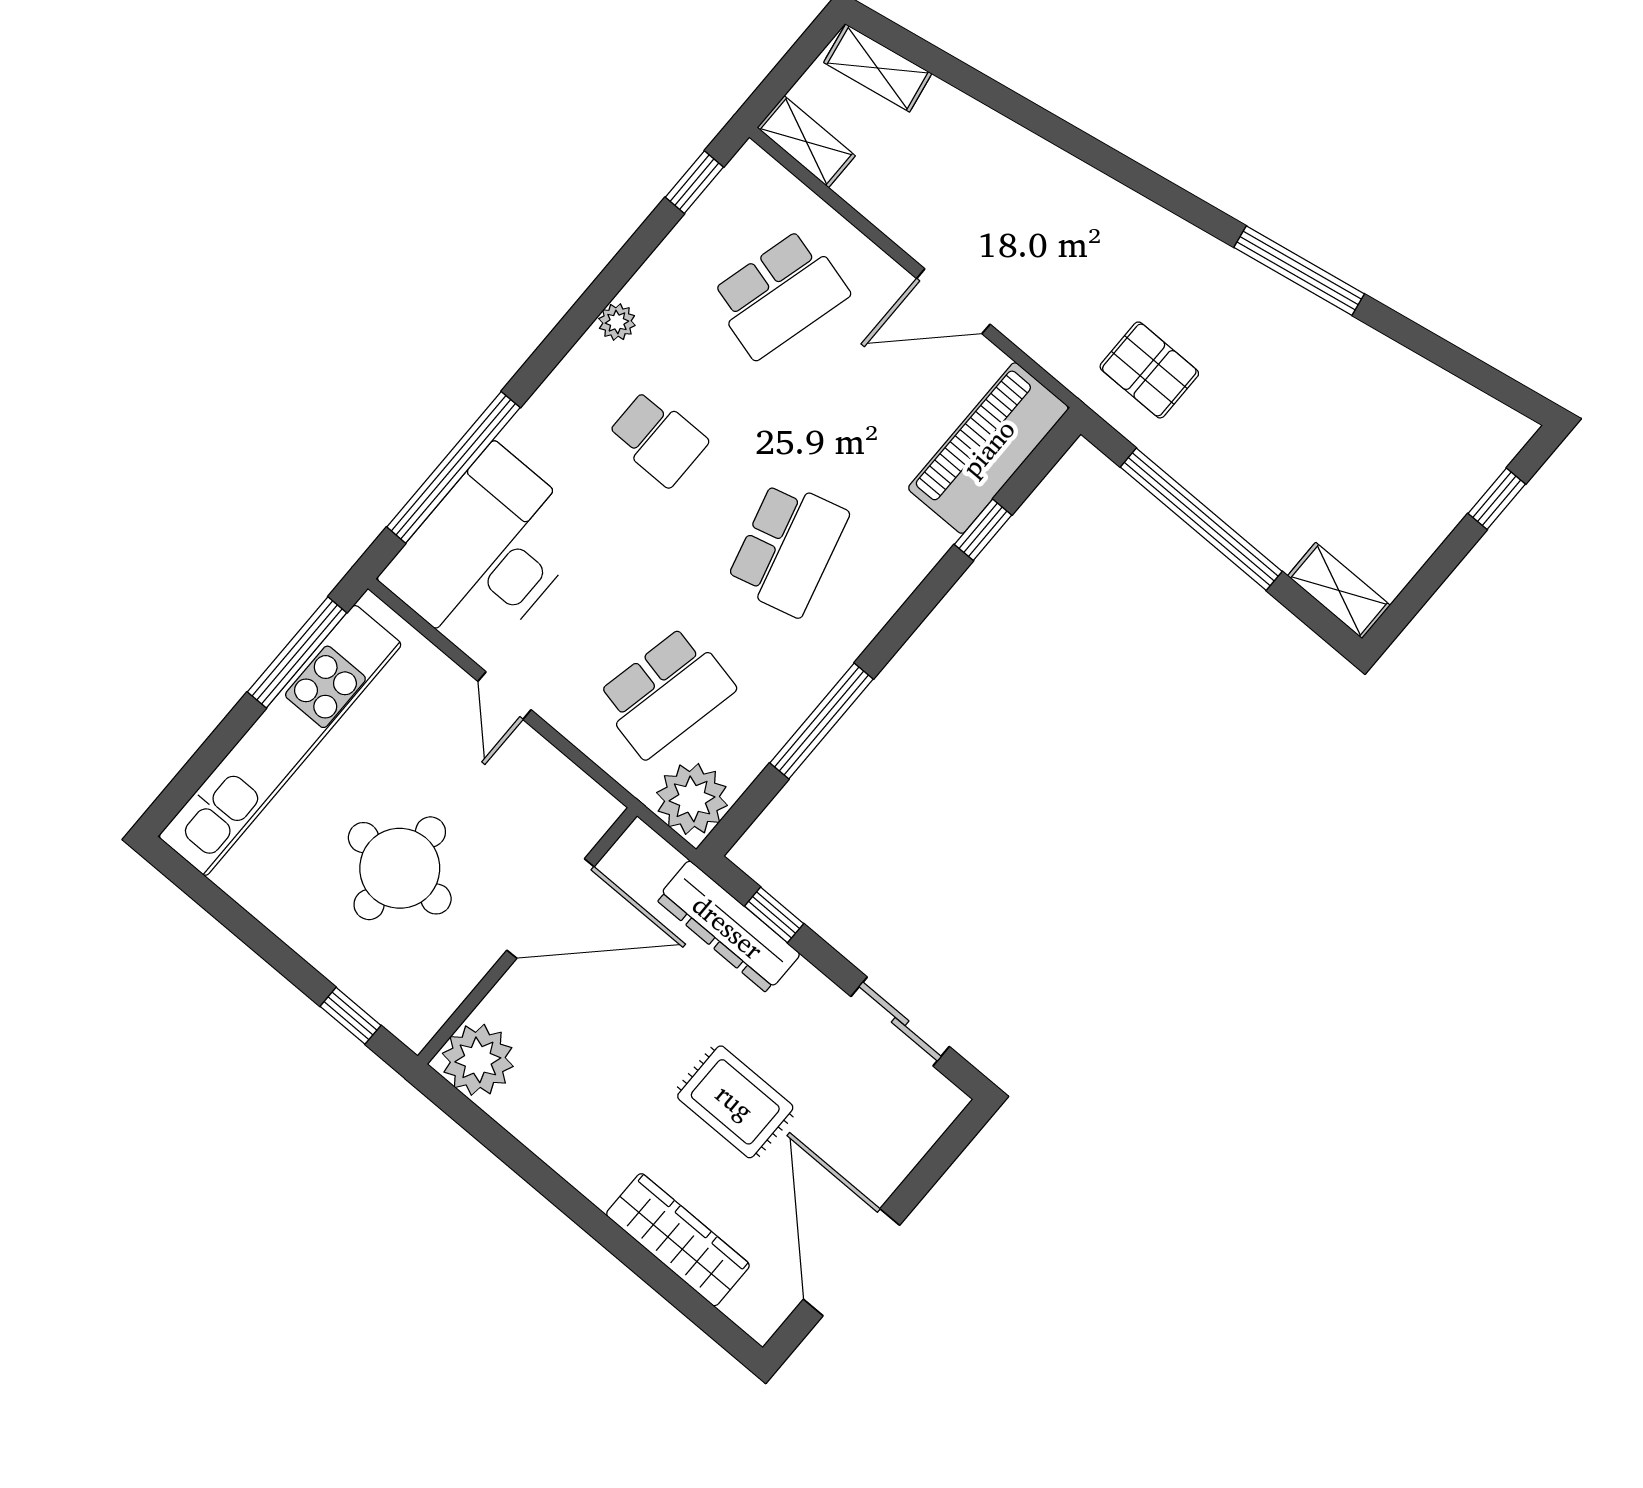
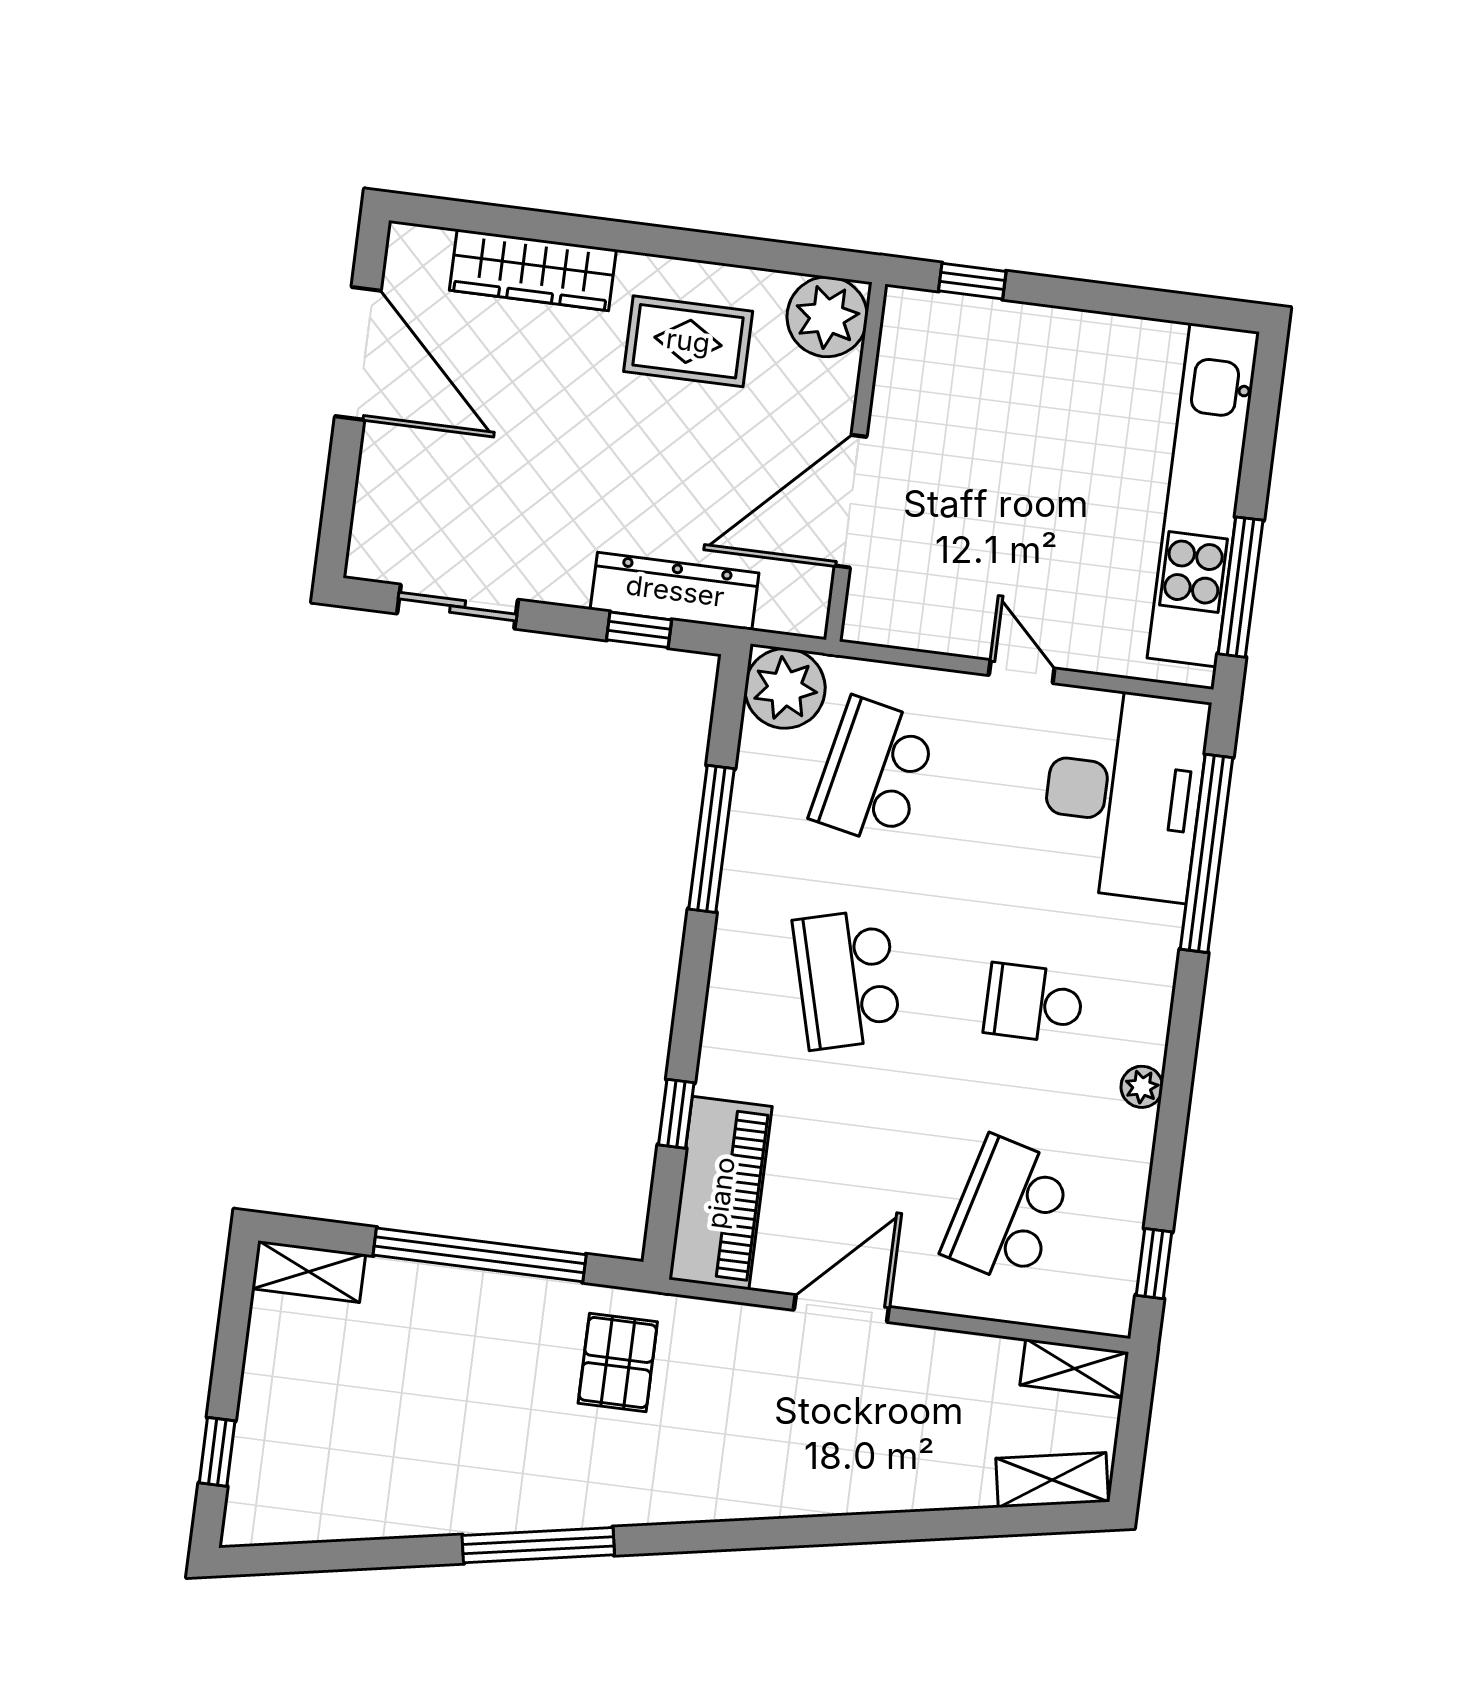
pallet: (1149, 370) -> (618, 1363), turned 90
round table: (400, 868) -> (1015, 448), removed
rug: (735, 1102) -> (688, 341), moved

